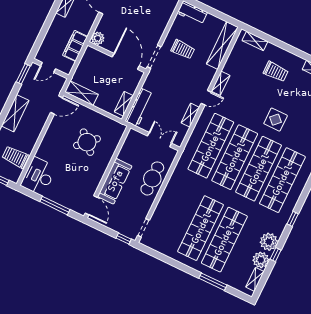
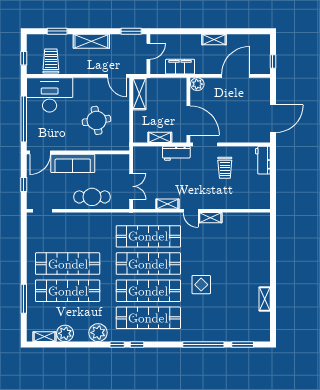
shelving: (255, 41) -> (265, 231), removed
shelving: (222, 46) -> (246, 202), removed
door: (126, 61) -> (188, 120), hinge flipped
door: (48, 67) -> (148, 51), swing flipped
trolley: (276, 72) -> (246, 263), removed
shelving: (124, 104) -> (160, 137), moved
workbench: (139, 107) -> (176, 153), moved, width x0.73
round table: (87, 142) -> (97, 120), turned 35
desk: (38, 176) -> (50, 95), width x1.36, depth x1.30
window: (55, 206) -> (24, 119), width x1.46
window: (124, 239) -> (24, 185), moved
plant: (269, 242) -> (98, 333), moved
window: (276, 255) -> (137, 345), moved

